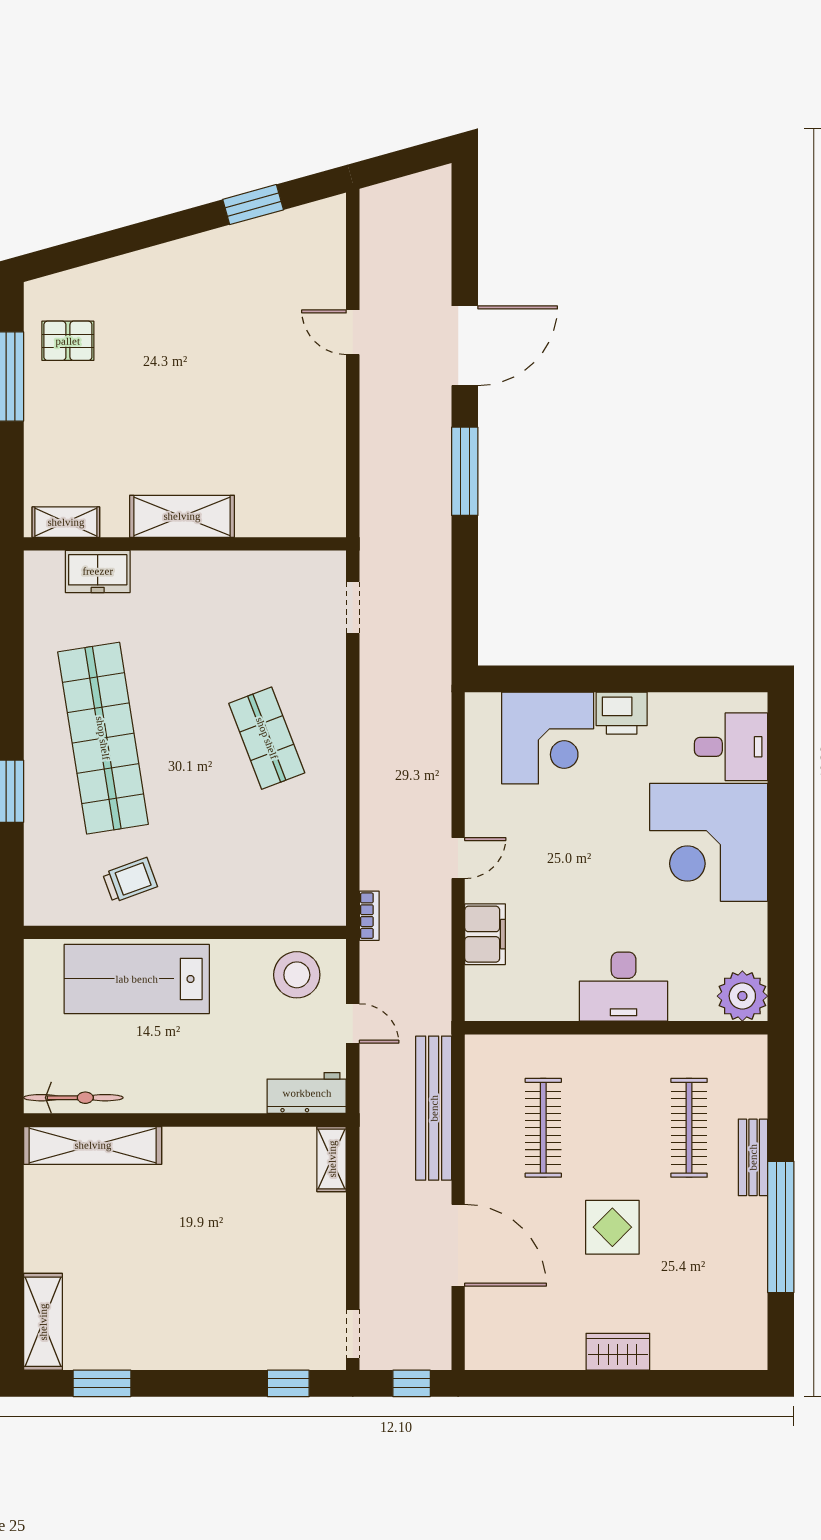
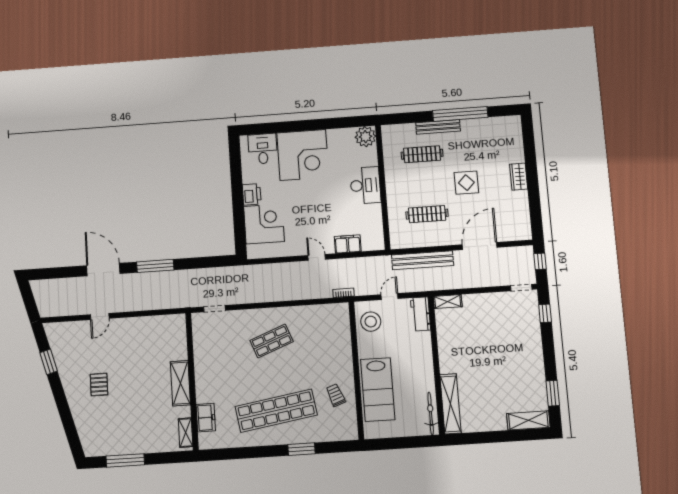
pallet: (68, 341) -> (99, 385), moved
bench: (753, 1157) -> (438, 127), width x1.36

